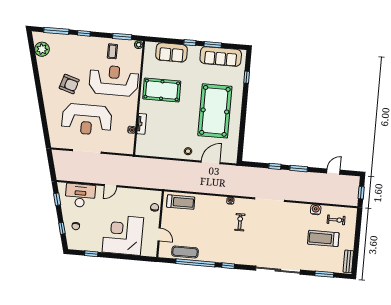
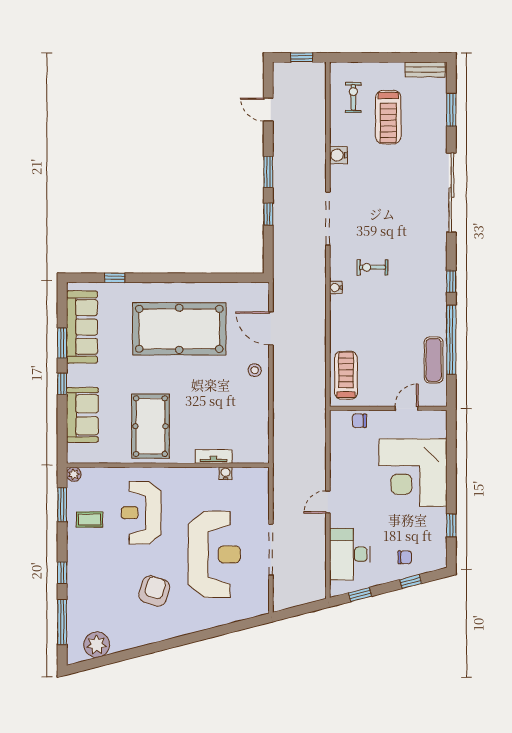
reception desk: (114, 81) -> (141, 513), width x0.74, depth x0.77
door: (111, 186) -> (328, 502), swing flipped
water cooler: (316, 210) -> (338, 155), moved

